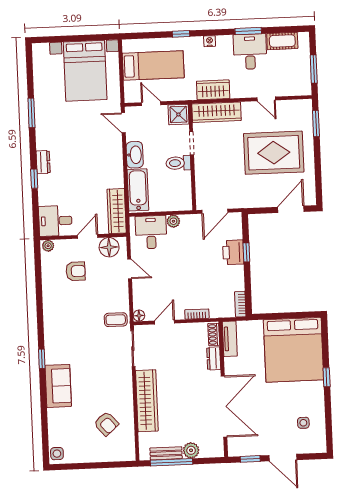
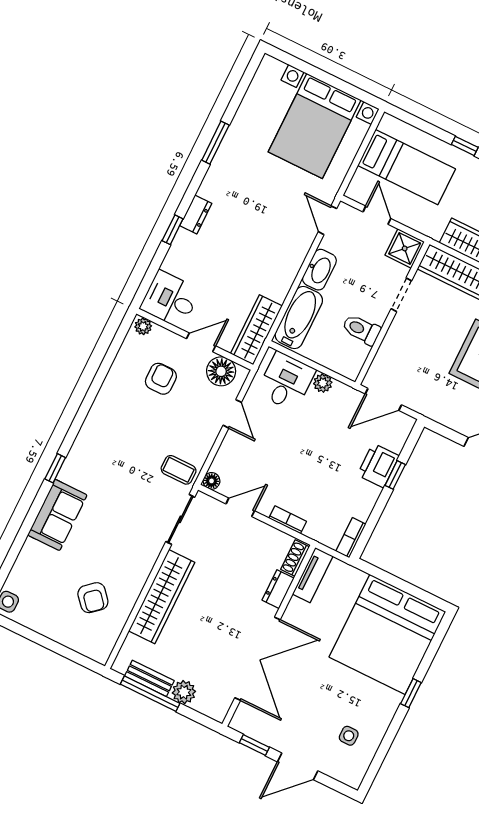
toilet: (178, 163) -> (361, 330), moved
armchair: (76, 271) -> (161, 379), turned -90
door: (283, 458) -> (298, 766), hinge flipped

